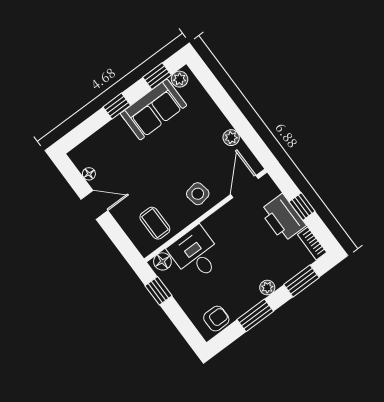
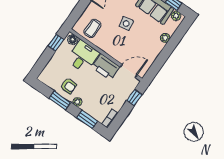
plant: (231, 138) -> (165, 38), moved
side table: (198, 194) -> (126, 24), moved
window: (302, 206) -> (134, 98), moved
printer: (283, 218) -> (106, 67), moved, turned -90
armchair: (216, 319) -> (68, 86), moved

